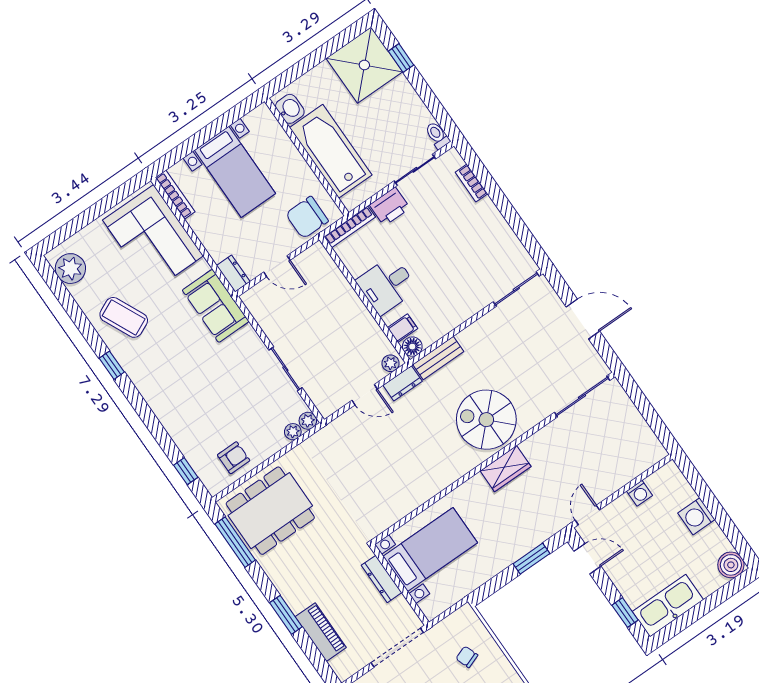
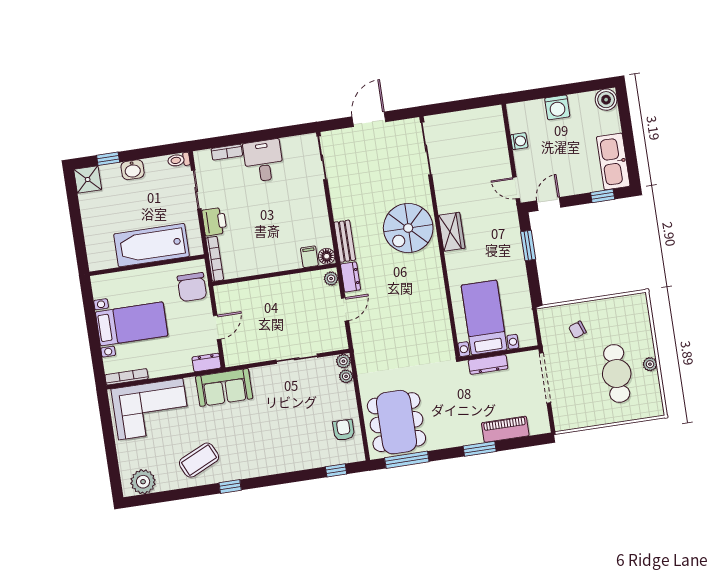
shower: (364, 65) -> (88, 180), width x0.54, depth x0.54
washbasin: (290, 109) -> (133, 170), moved, turned 180
desk: (387, 285) -> (264, 161), moved, turned 180

